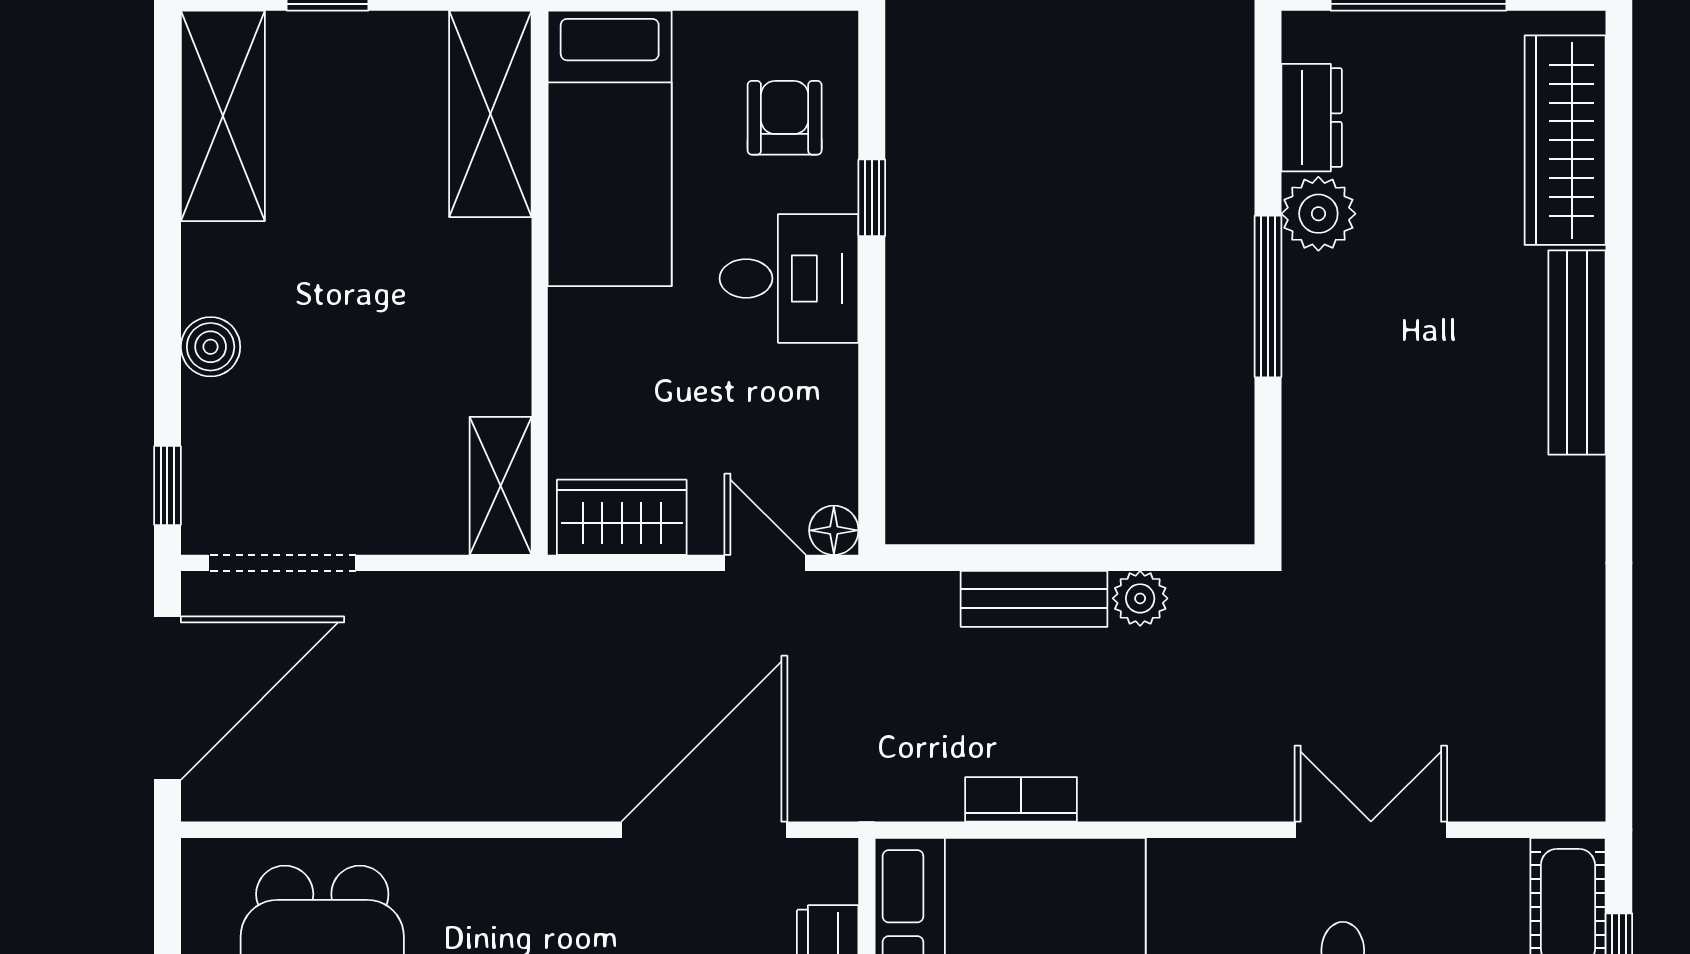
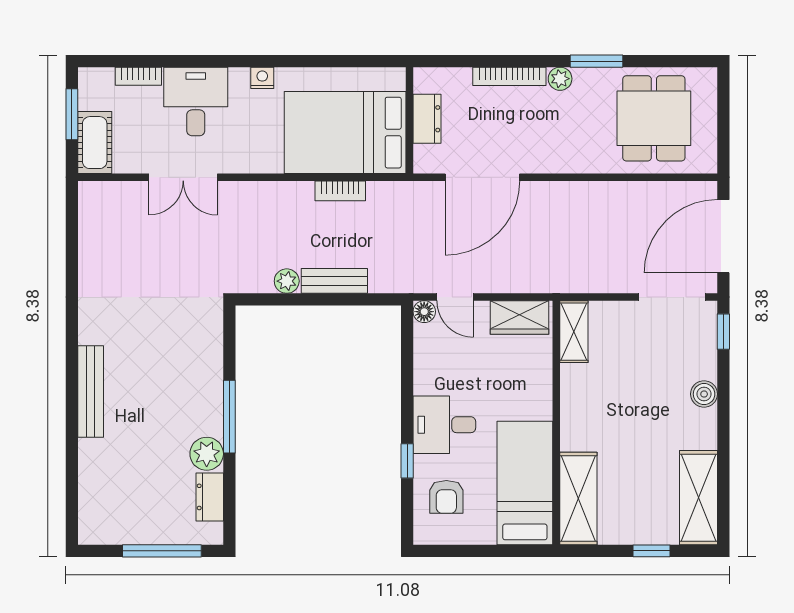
wardrobe: (1565, 140) -> (96, 487), removed

